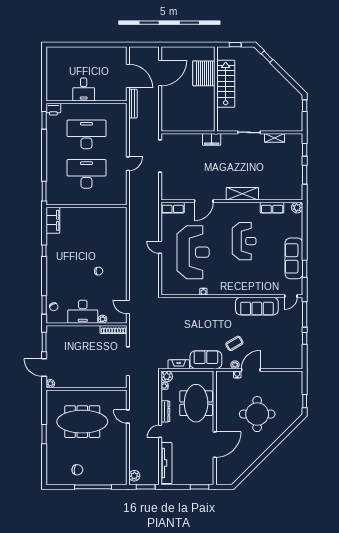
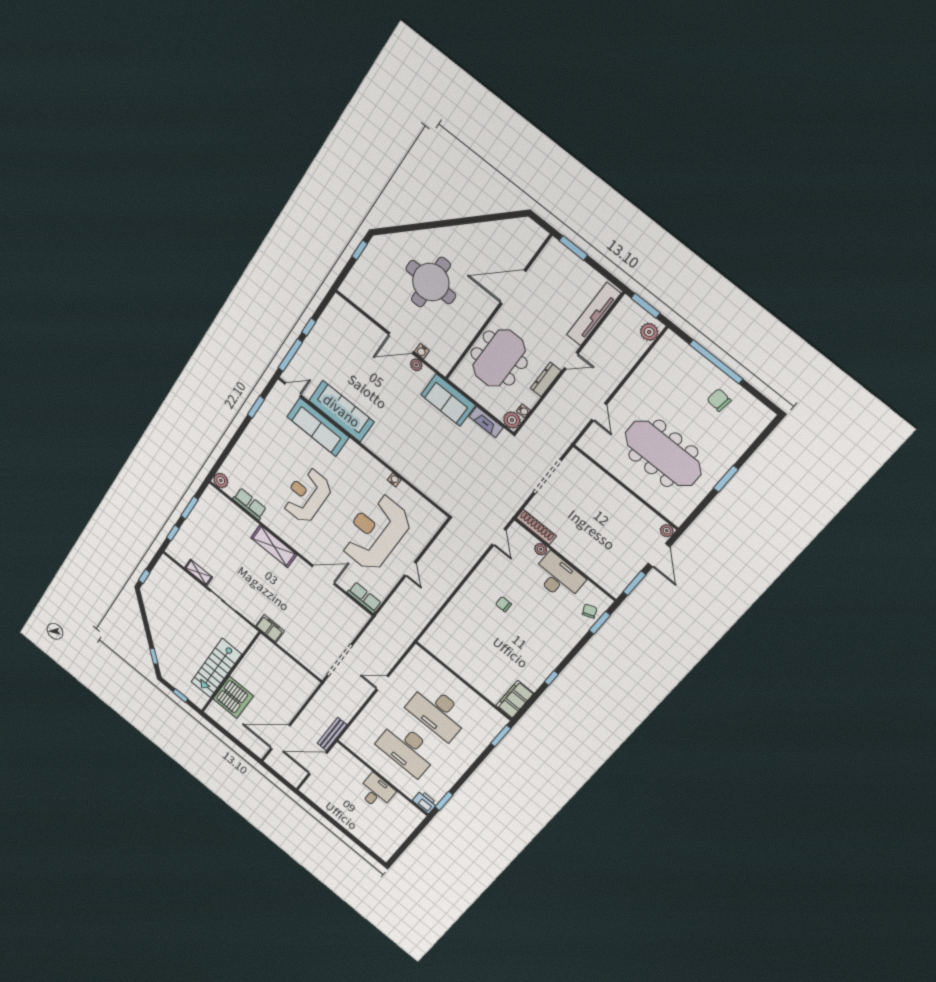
door: (128, 76) -> (318, 763), hinge flipped
sofa: (294, 258) -> (318, 427), moved, turned 90
coffee table: (234, 343) -> (399, 391), removed

